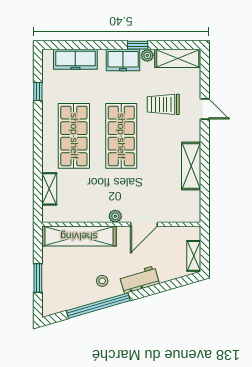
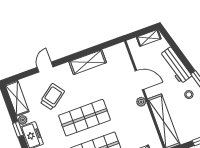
trolley: (163, 104) -> (52, 97), turned -127
workbench: (139, 280) -> (176, 65), width x1.37

